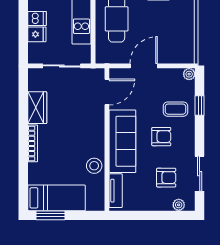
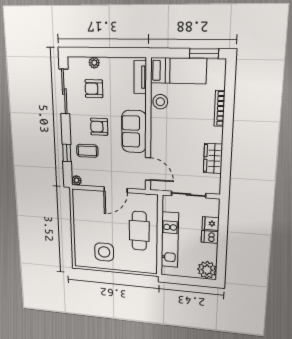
door: (107, 92) -> (148, 169), swing flipped
sofa: (122, 141) -> (134, 131), width x0.73
bookcase: (33, 143) -> (219, 108), moved
sliding door: (200, 174) -> (64, 92), width x1.37
bed: (57, 198) -> (178, 71), moved, turned 180
plant: (179, 205) -> (94, 63), moved

